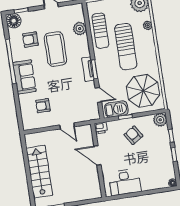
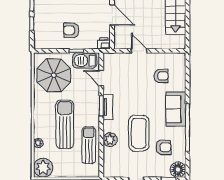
plant: (80, 29) -> (110, 140), moved
plant: (160, 120) -> (41, 42), removed
armchair: (133, 135) -> (71, 30), turned 122

